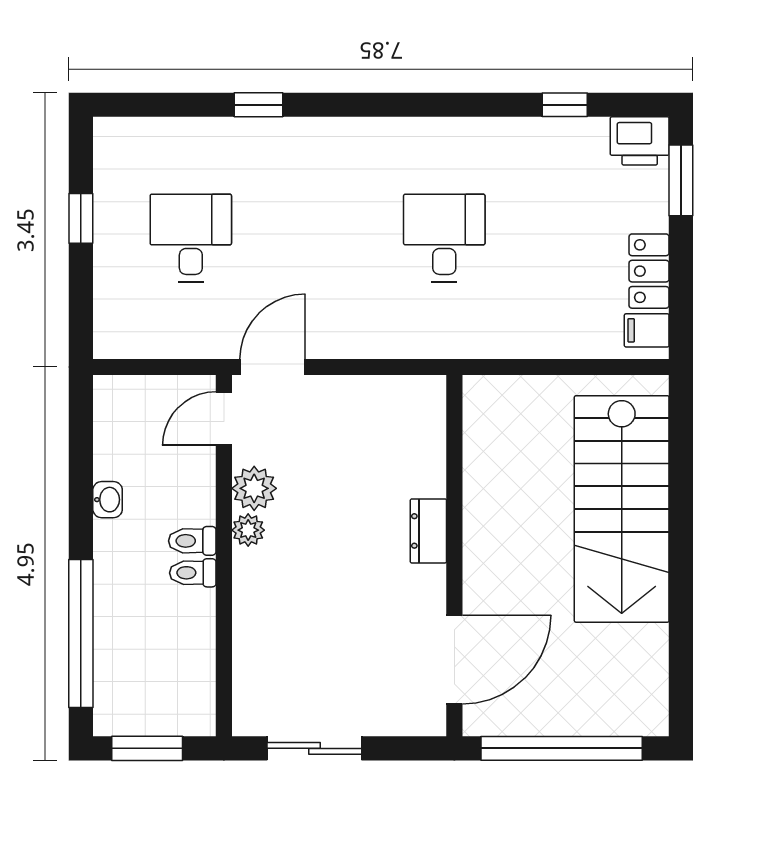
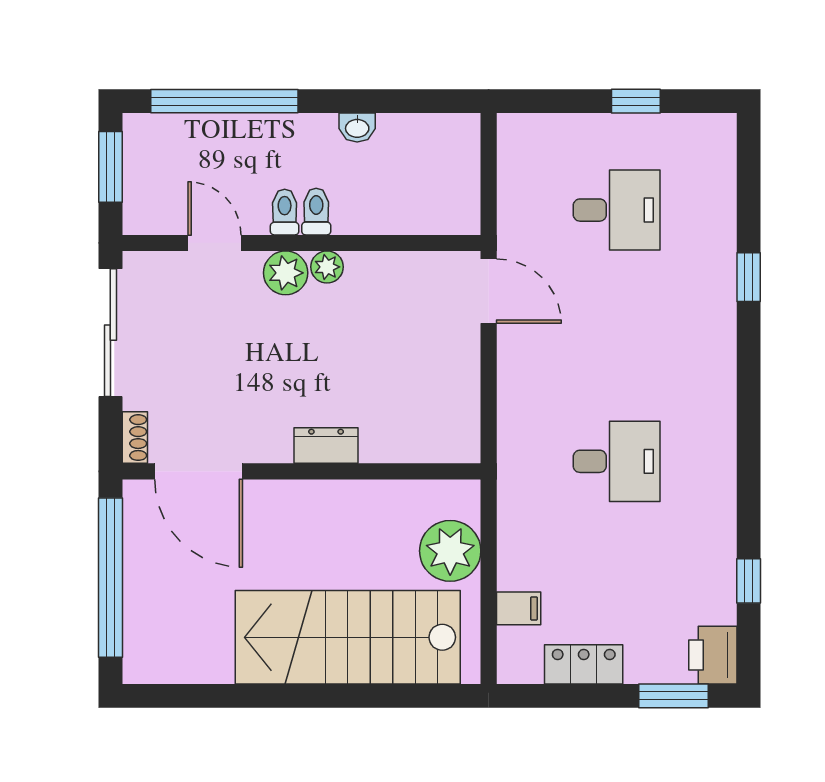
filing cabinet: (647, 330) -> (519, 608), moved, turned 90
plant: (535, 406) -> (450, 551), added
door: (224, 419) -> (214, 243), moved
plant: (254, 488) -> (286, 273), moved
shoe rack: (420, 724) -> (135, 438), added
sliding door: (314, 748) -> (110, 333), width x1.37

